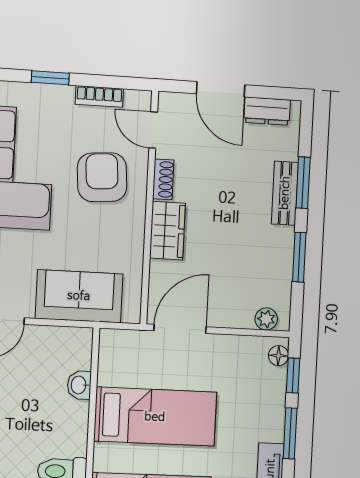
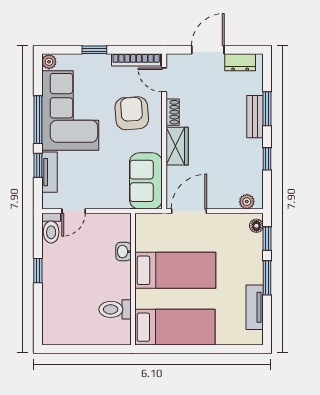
door: (221, 89) -> (208, 50), swing flipped
bookcase: (99, 96) -> (136, 60), width x1.56
window: (299, 257) -> (267, 159), width x0.67
sofa: (79, 296) -> (146, 181), moved, turned -90

